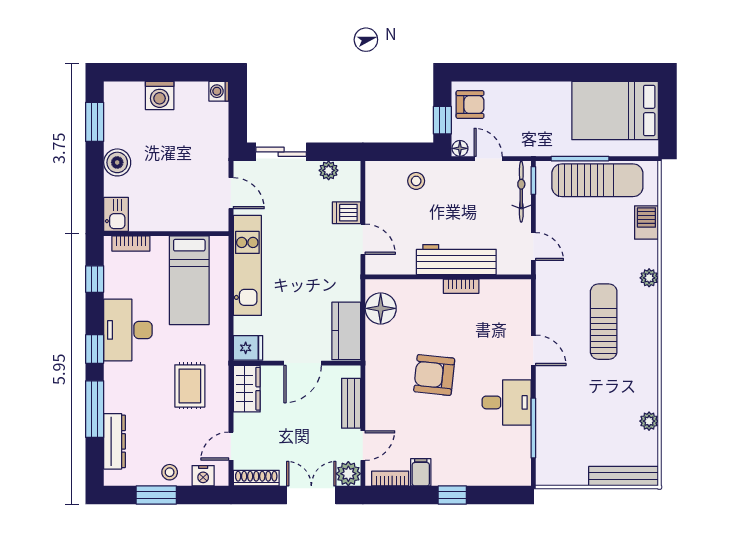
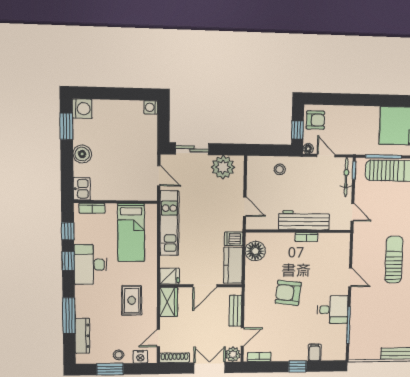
washing machine: (160, 96) -> (82, 109), moved, turned -90
plant: (329, 170) -> (223, 167), width x1.88, depth x1.88
dishwasher: (346, 213) -> (234, 239), moved
window: (95, 349) -> (68, 261), moved
filing cabinet: (421, 472) -> (315, 352), moved

